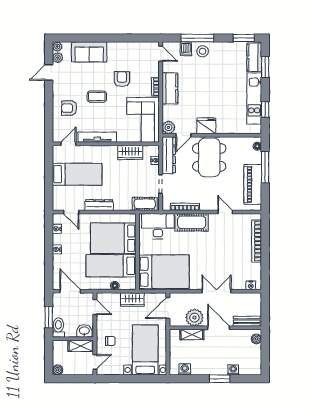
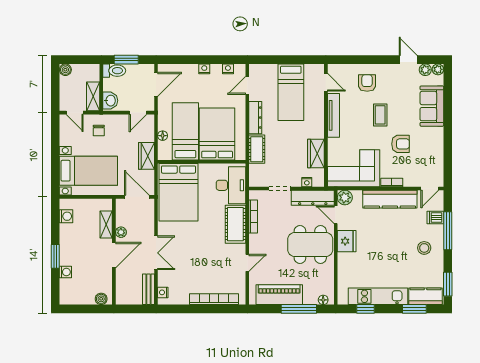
stool: (203, 51) -> (424, 248), moved
kitchen counter: (170, 88) -> (390, 199), width x1.50
cot: (145, 204) -> (257, 149), moved
plant: (194, 318) -> (121, 232), width x0.53, depth x0.53
bench: (247, 321) -> (148, 289), moved

